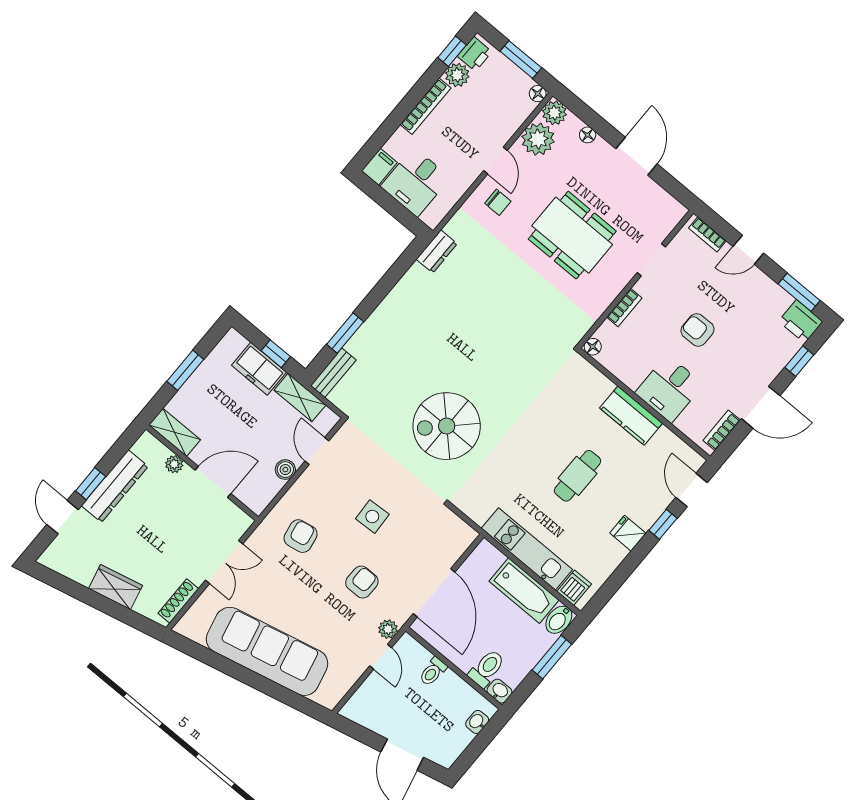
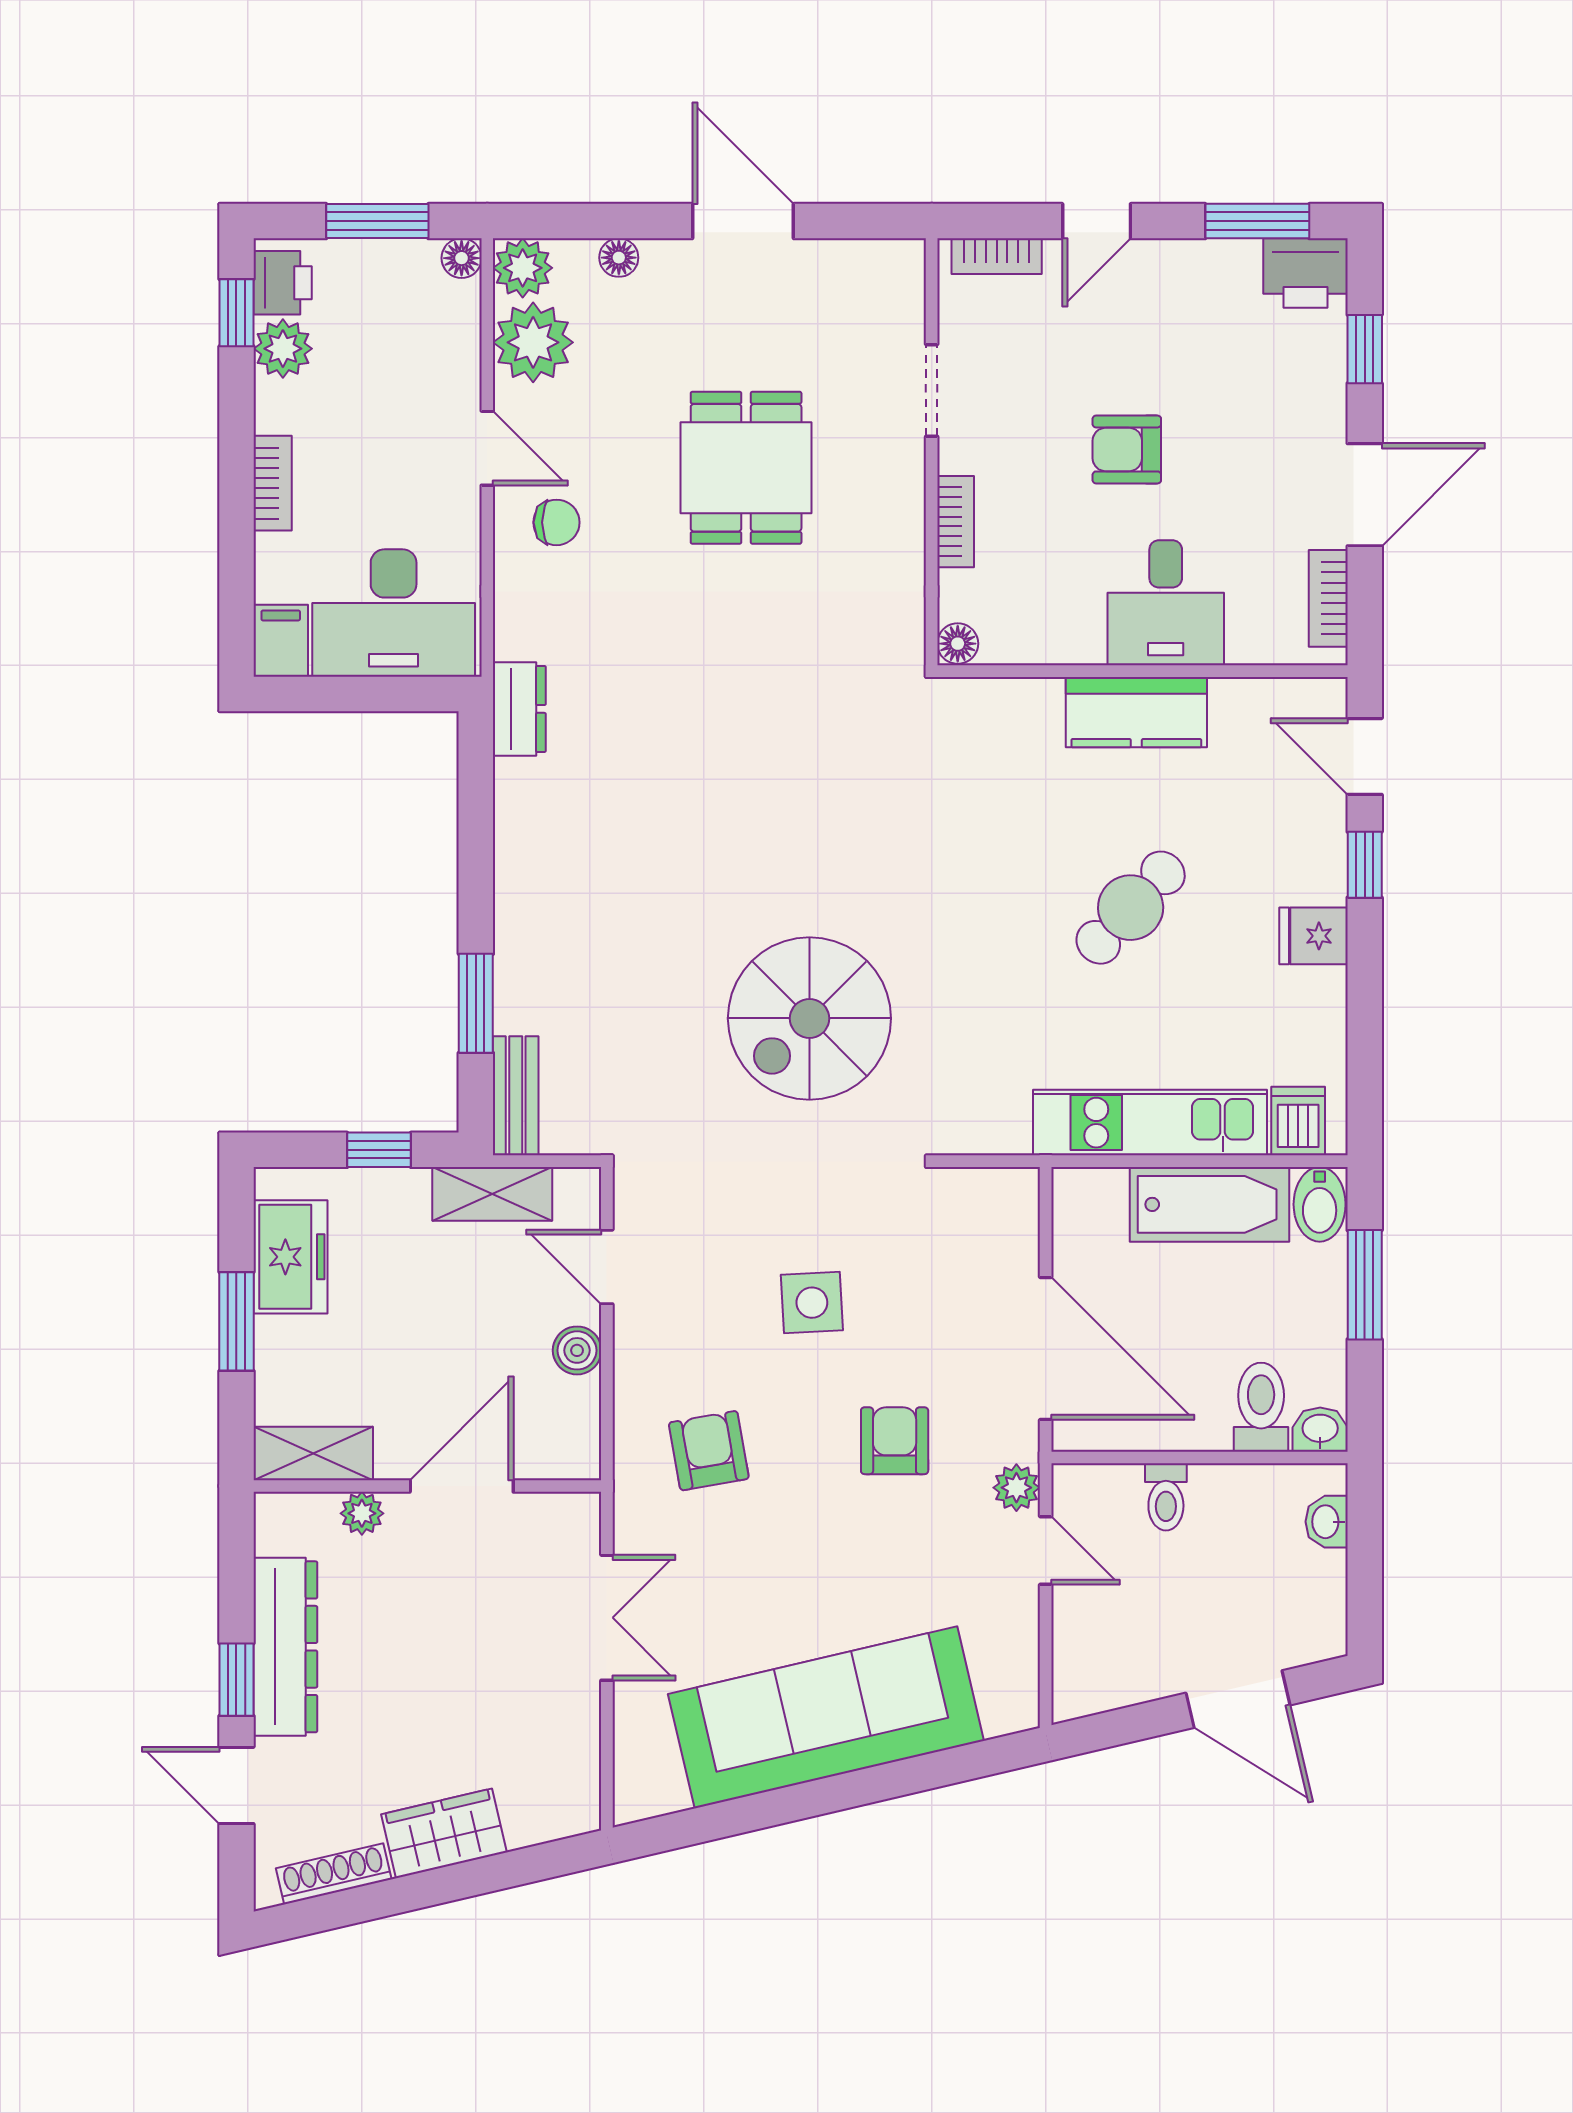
bookcase: (425, 106) -> (273, 483), width x0.64
desk: (415, 182) -> (394, 613), width x1.37
dining table: (572, 235) -> (746, 468), width x0.73
freezer: (259, 369) -> (290, 1257), moved, turned -90
cafe table: (578, 476) -> (1131, 908), turned 43
shoe rack: (178, 601) -> (334, 1874), moved, turned 77

